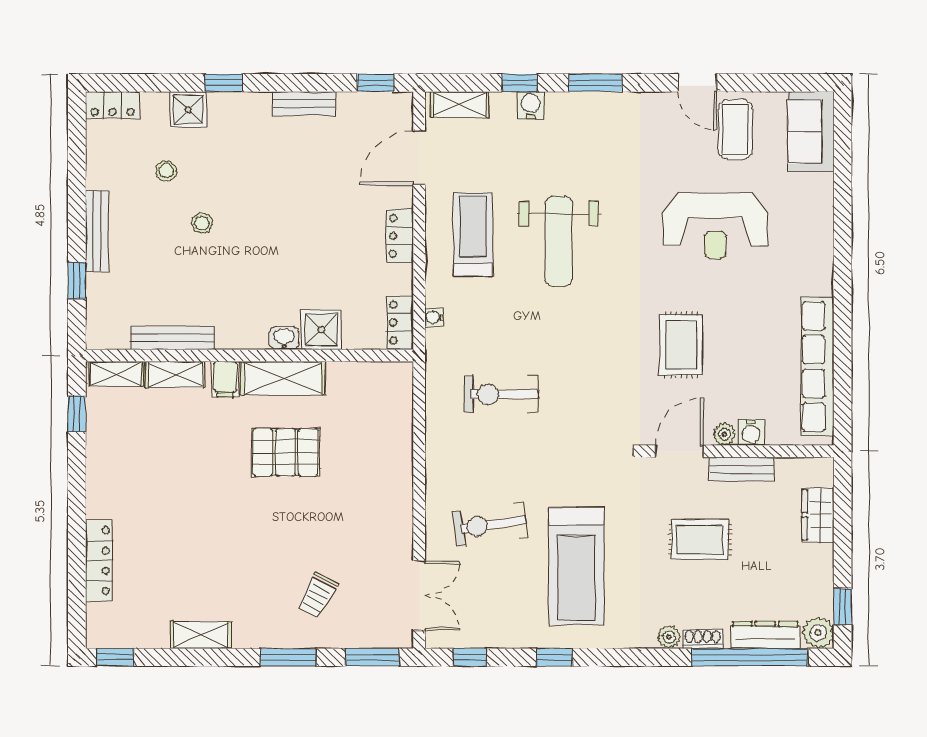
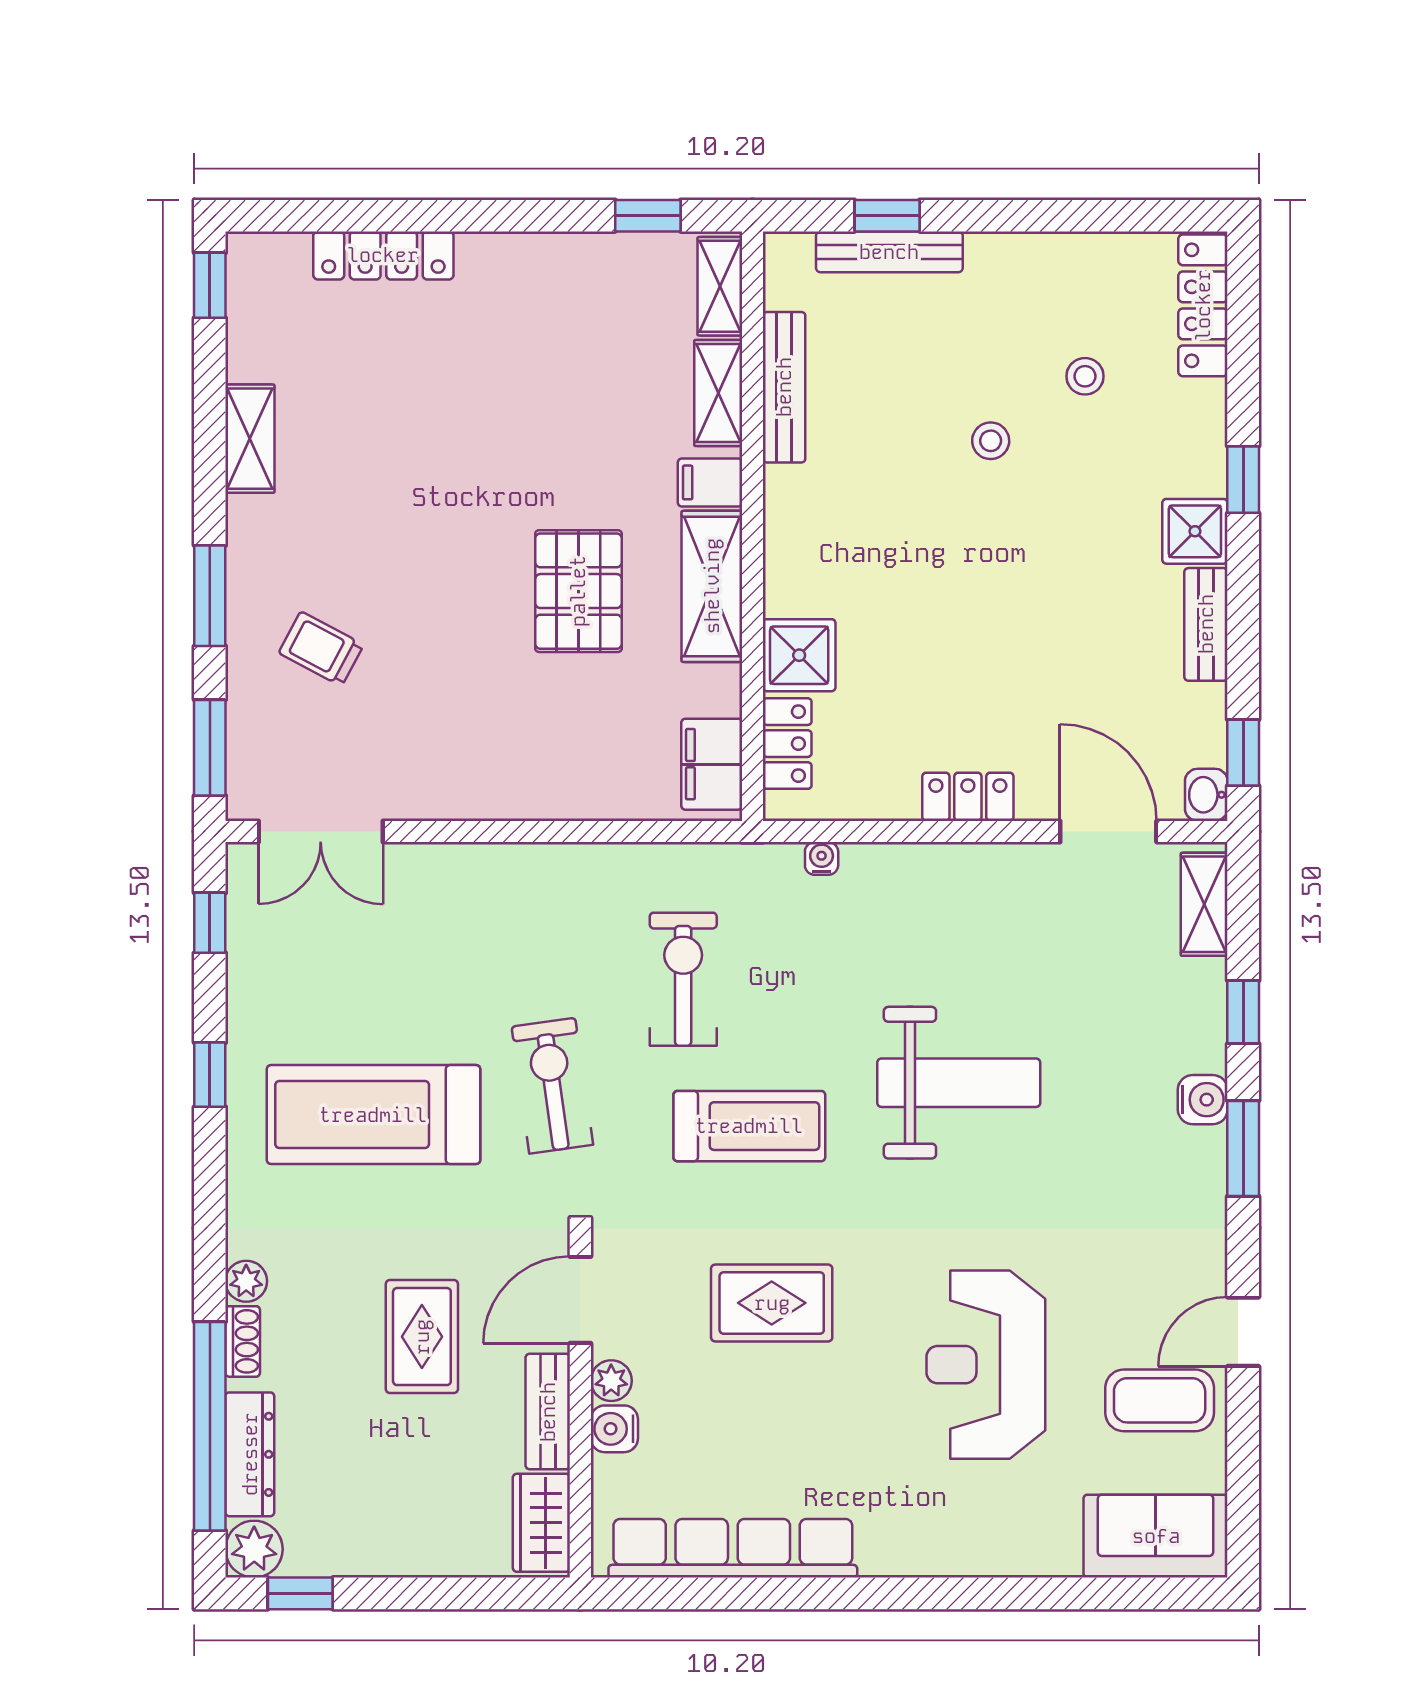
locker: (112, 105) -> (1203, 305), width x1.53
water cooler: (531, 105) -> (1203, 1100), moved
shower: (188, 110) -> (1195, 531), moved
bench: (97, 231) -> (889, 252), moved
treadmill: (473, 235) -> (749, 1126), moved
weight bench: (559, 241) -> (959, 1083), turned 180
locker: (400, 322) -> (787, 744), moved, turned 90
washbasin: (284, 338) -> (1206, 795), moved, turned 180
filing cabinet: (382, 378) -> (712, 764), added
door: (679, 451) -> (580, 1300), swing flipped
wardrobe: (818, 515) -> (541, 1523), moved, turned -90
exercise bike: (490, 525) -> (552, 1086), moved

